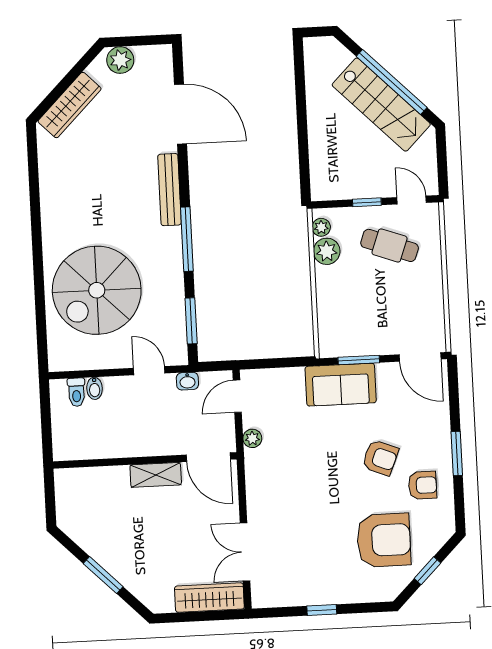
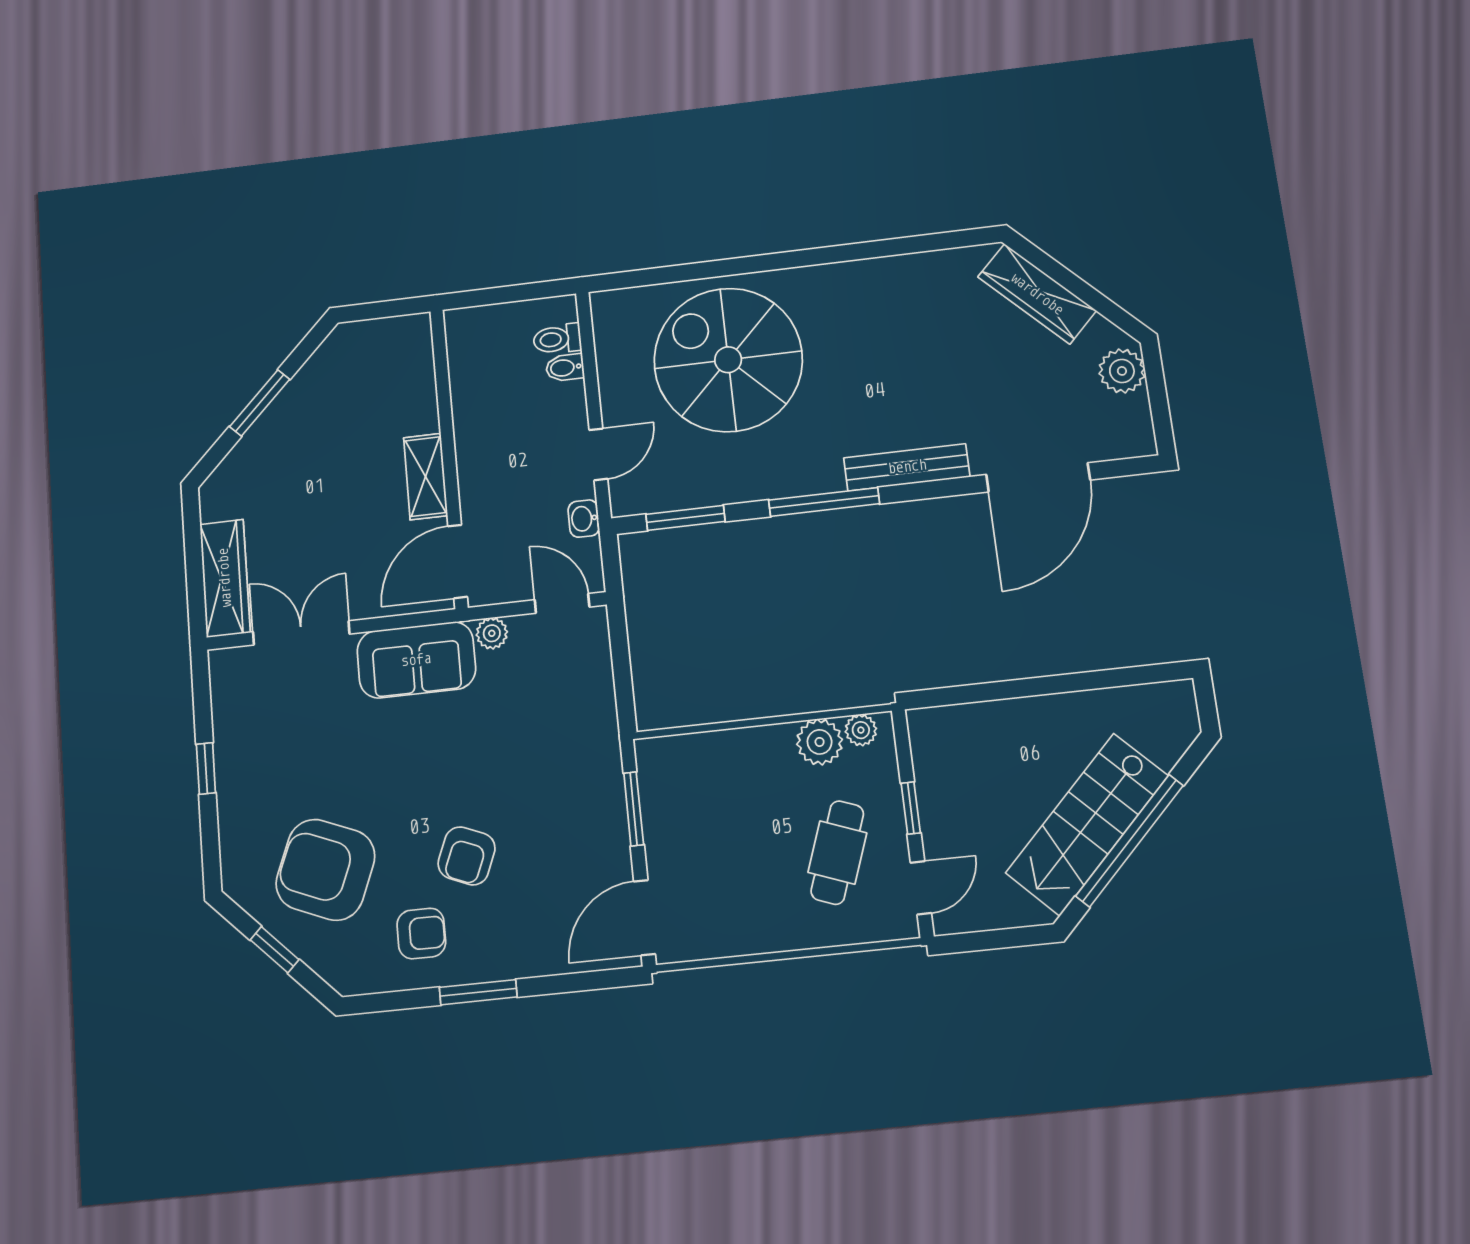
sofa: (341, 385) -> (416, 660), moved, turned -90
armchair: (423, 485) -> (421, 933), turned -90
armchair: (384, 540) -> (325, 870), turned 112

